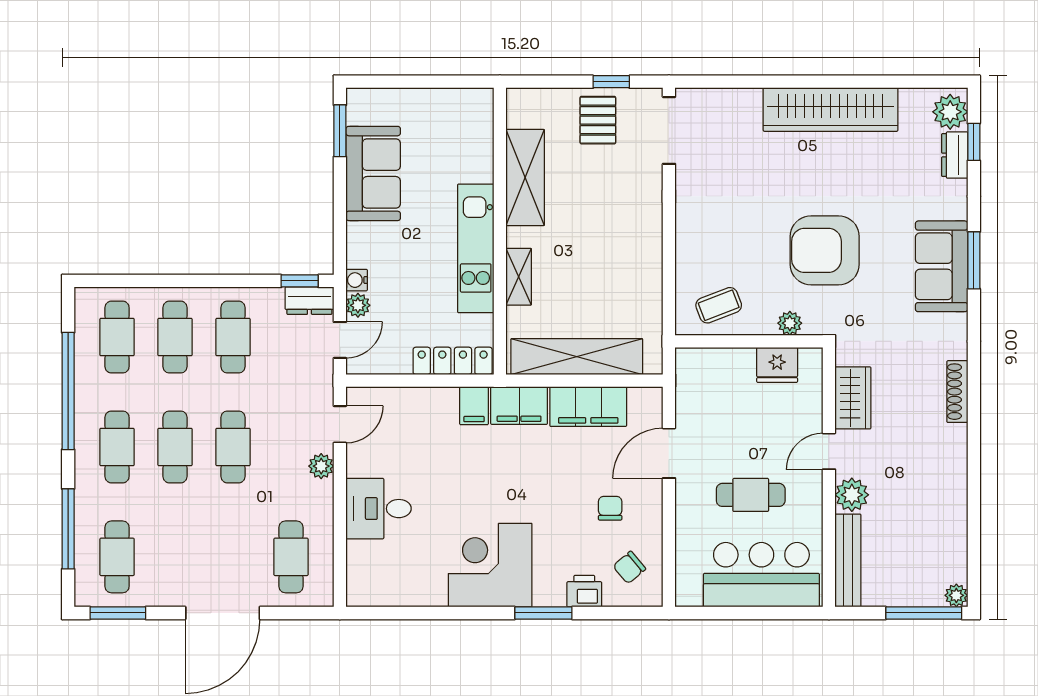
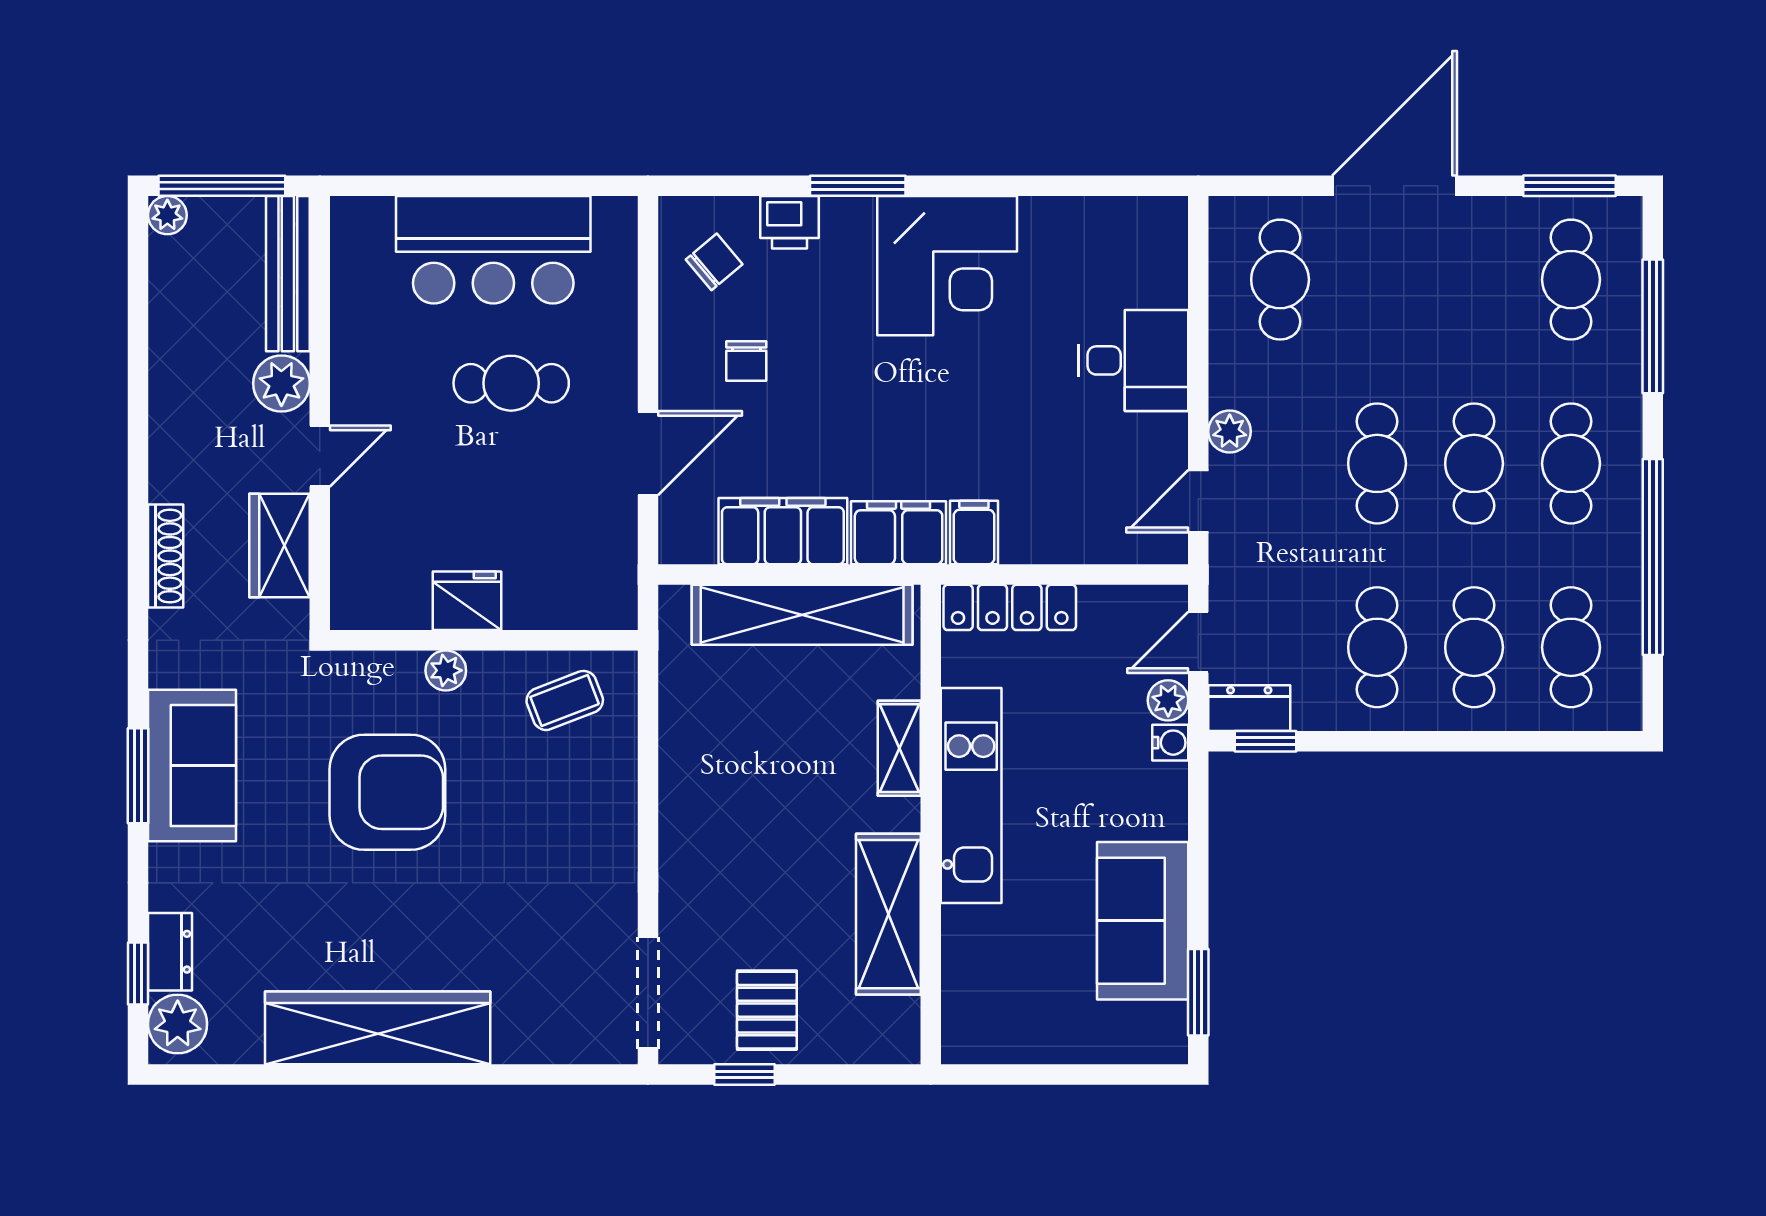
wardrobe: (853, 398) -> (280, 545), moved
door: (829, 451) -> (320, 456), moved
wall: (829, 477) -> (320, 413), moved
plant: (852, 495) -> (281, 383), moved
bench: (848, 560) -> (288, 274), moved

